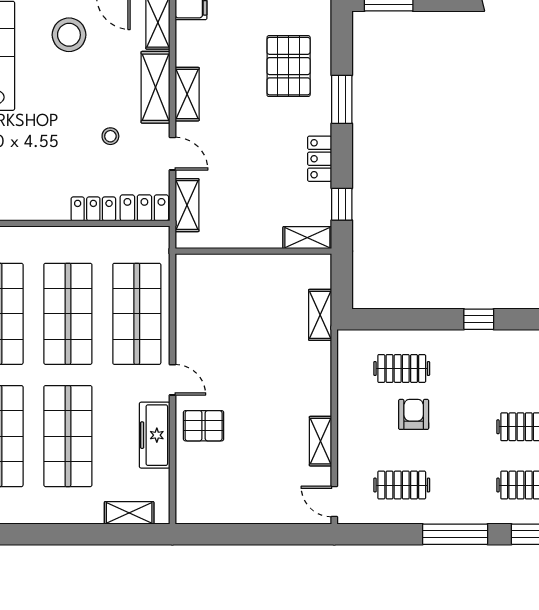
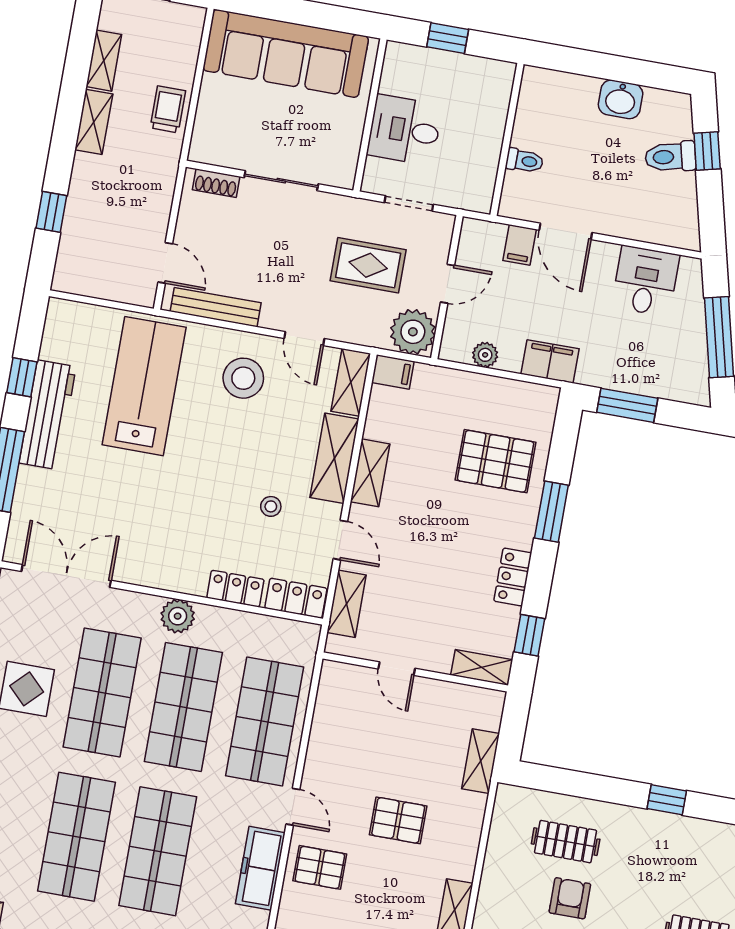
pallet: (289, 66) -> (496, 461), turned 90
plant: (50, 240) -> (178, 616), added
door: (238, 251) -> (397, 669), added
pallet: (261, 376) -> (398, 820), added

